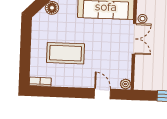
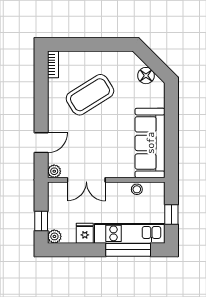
double door: (134, 39) -> (86, 180), moved
coffee table: (66, 53) -> (90, 95), turned 58

